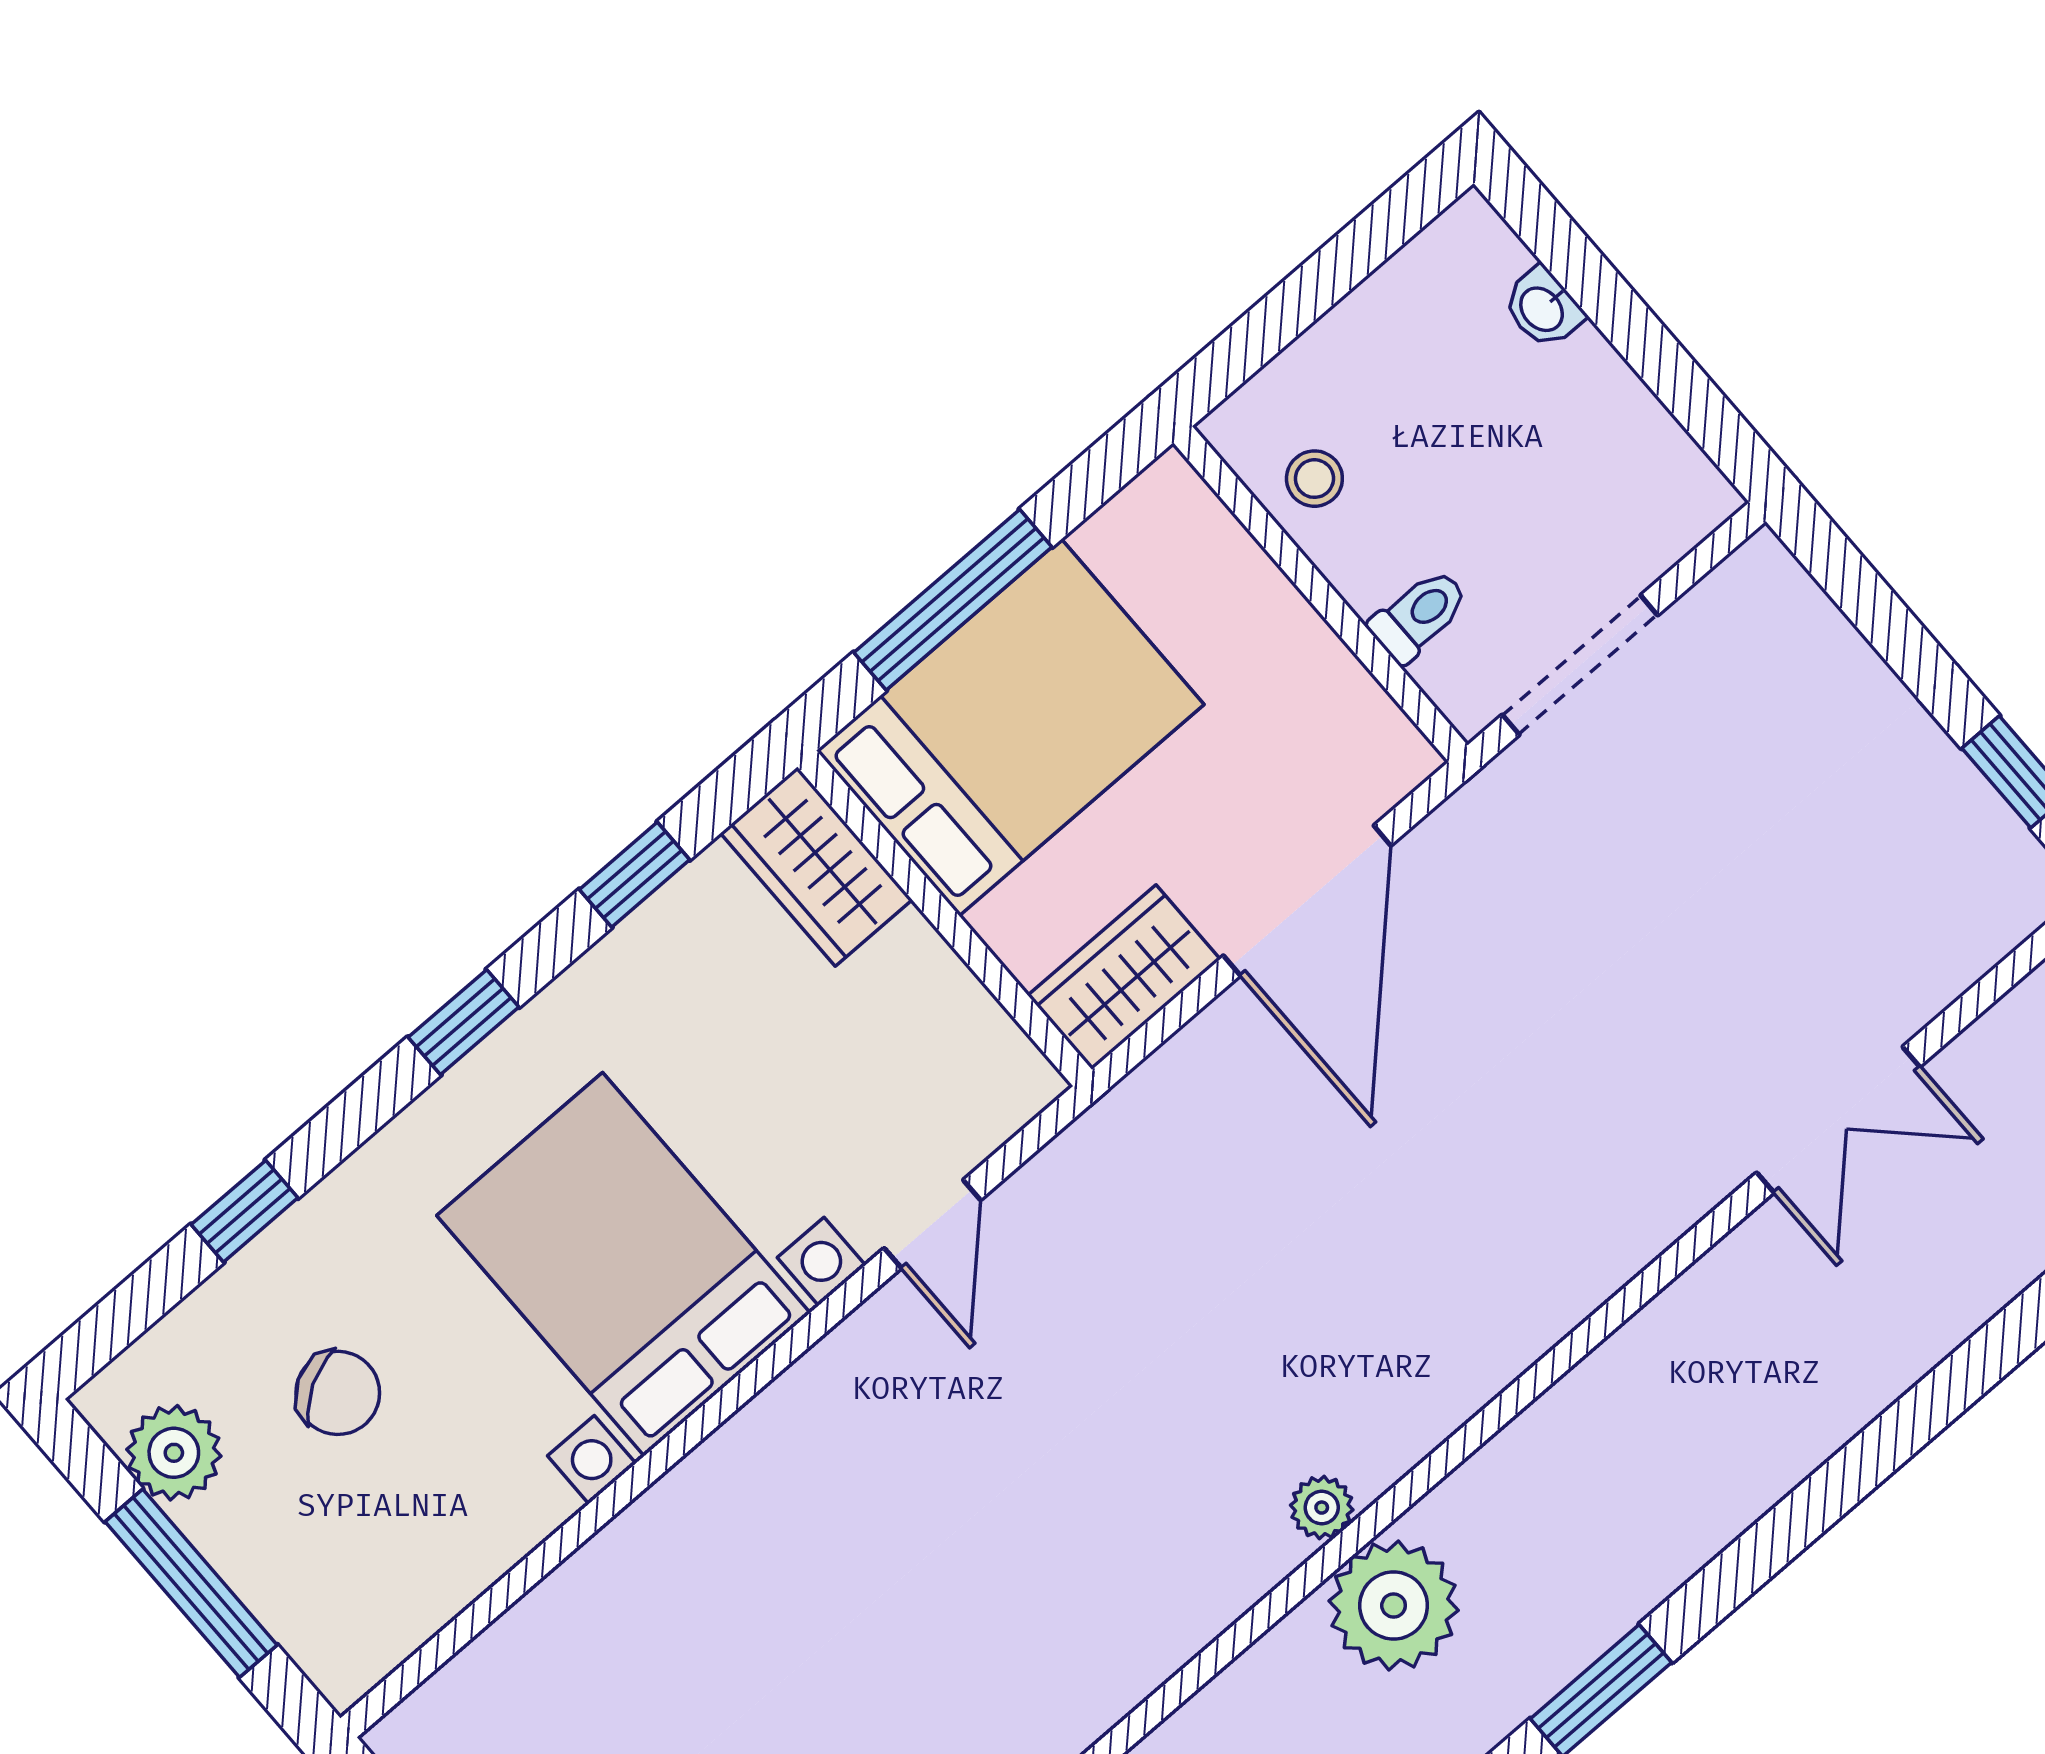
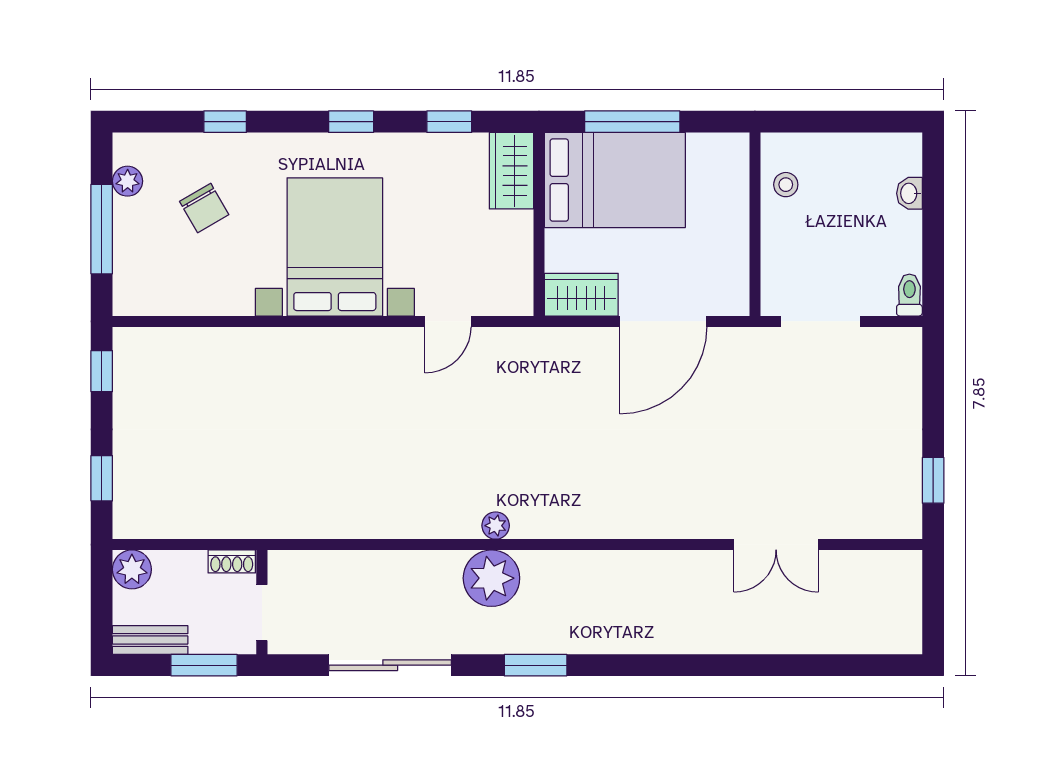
toilet: (1419, 615) -> (909, 295), moved, turned -90
plant: (174, 1453) -> (128, 181), width x0.73, depth x0.73

